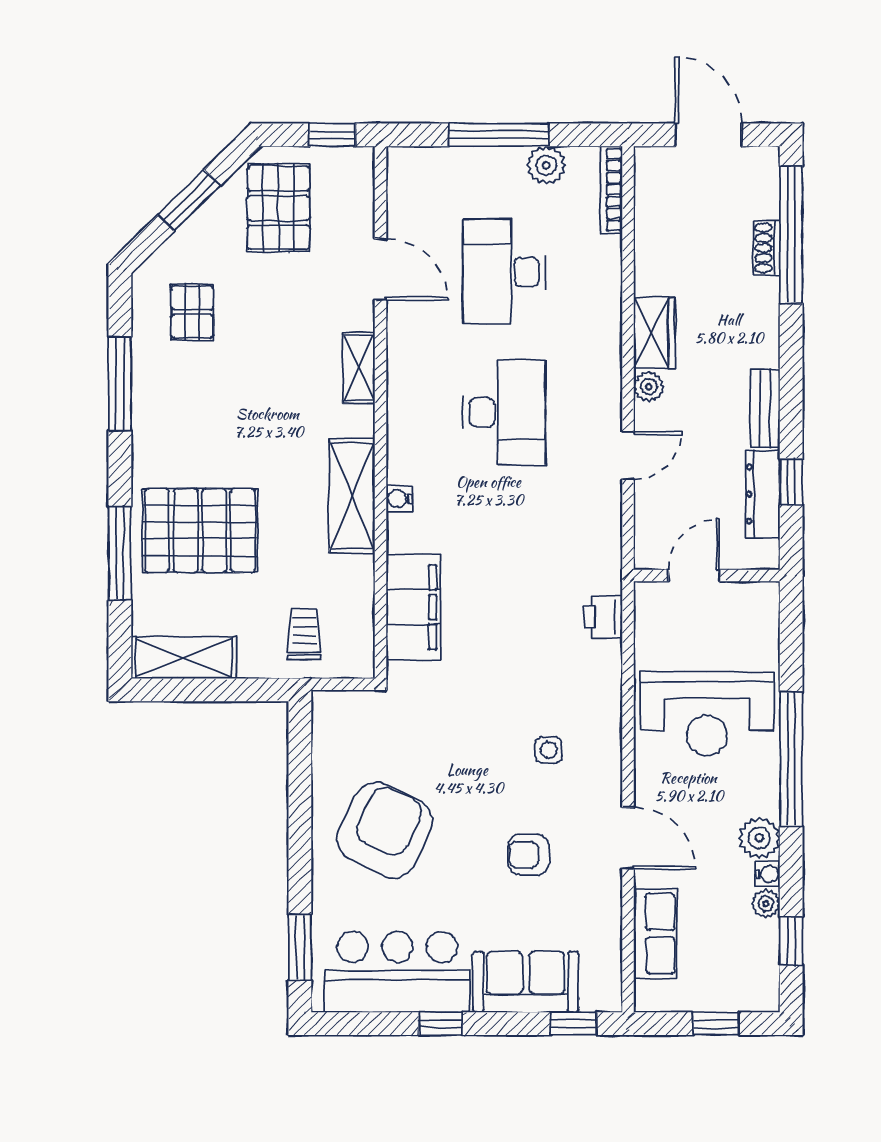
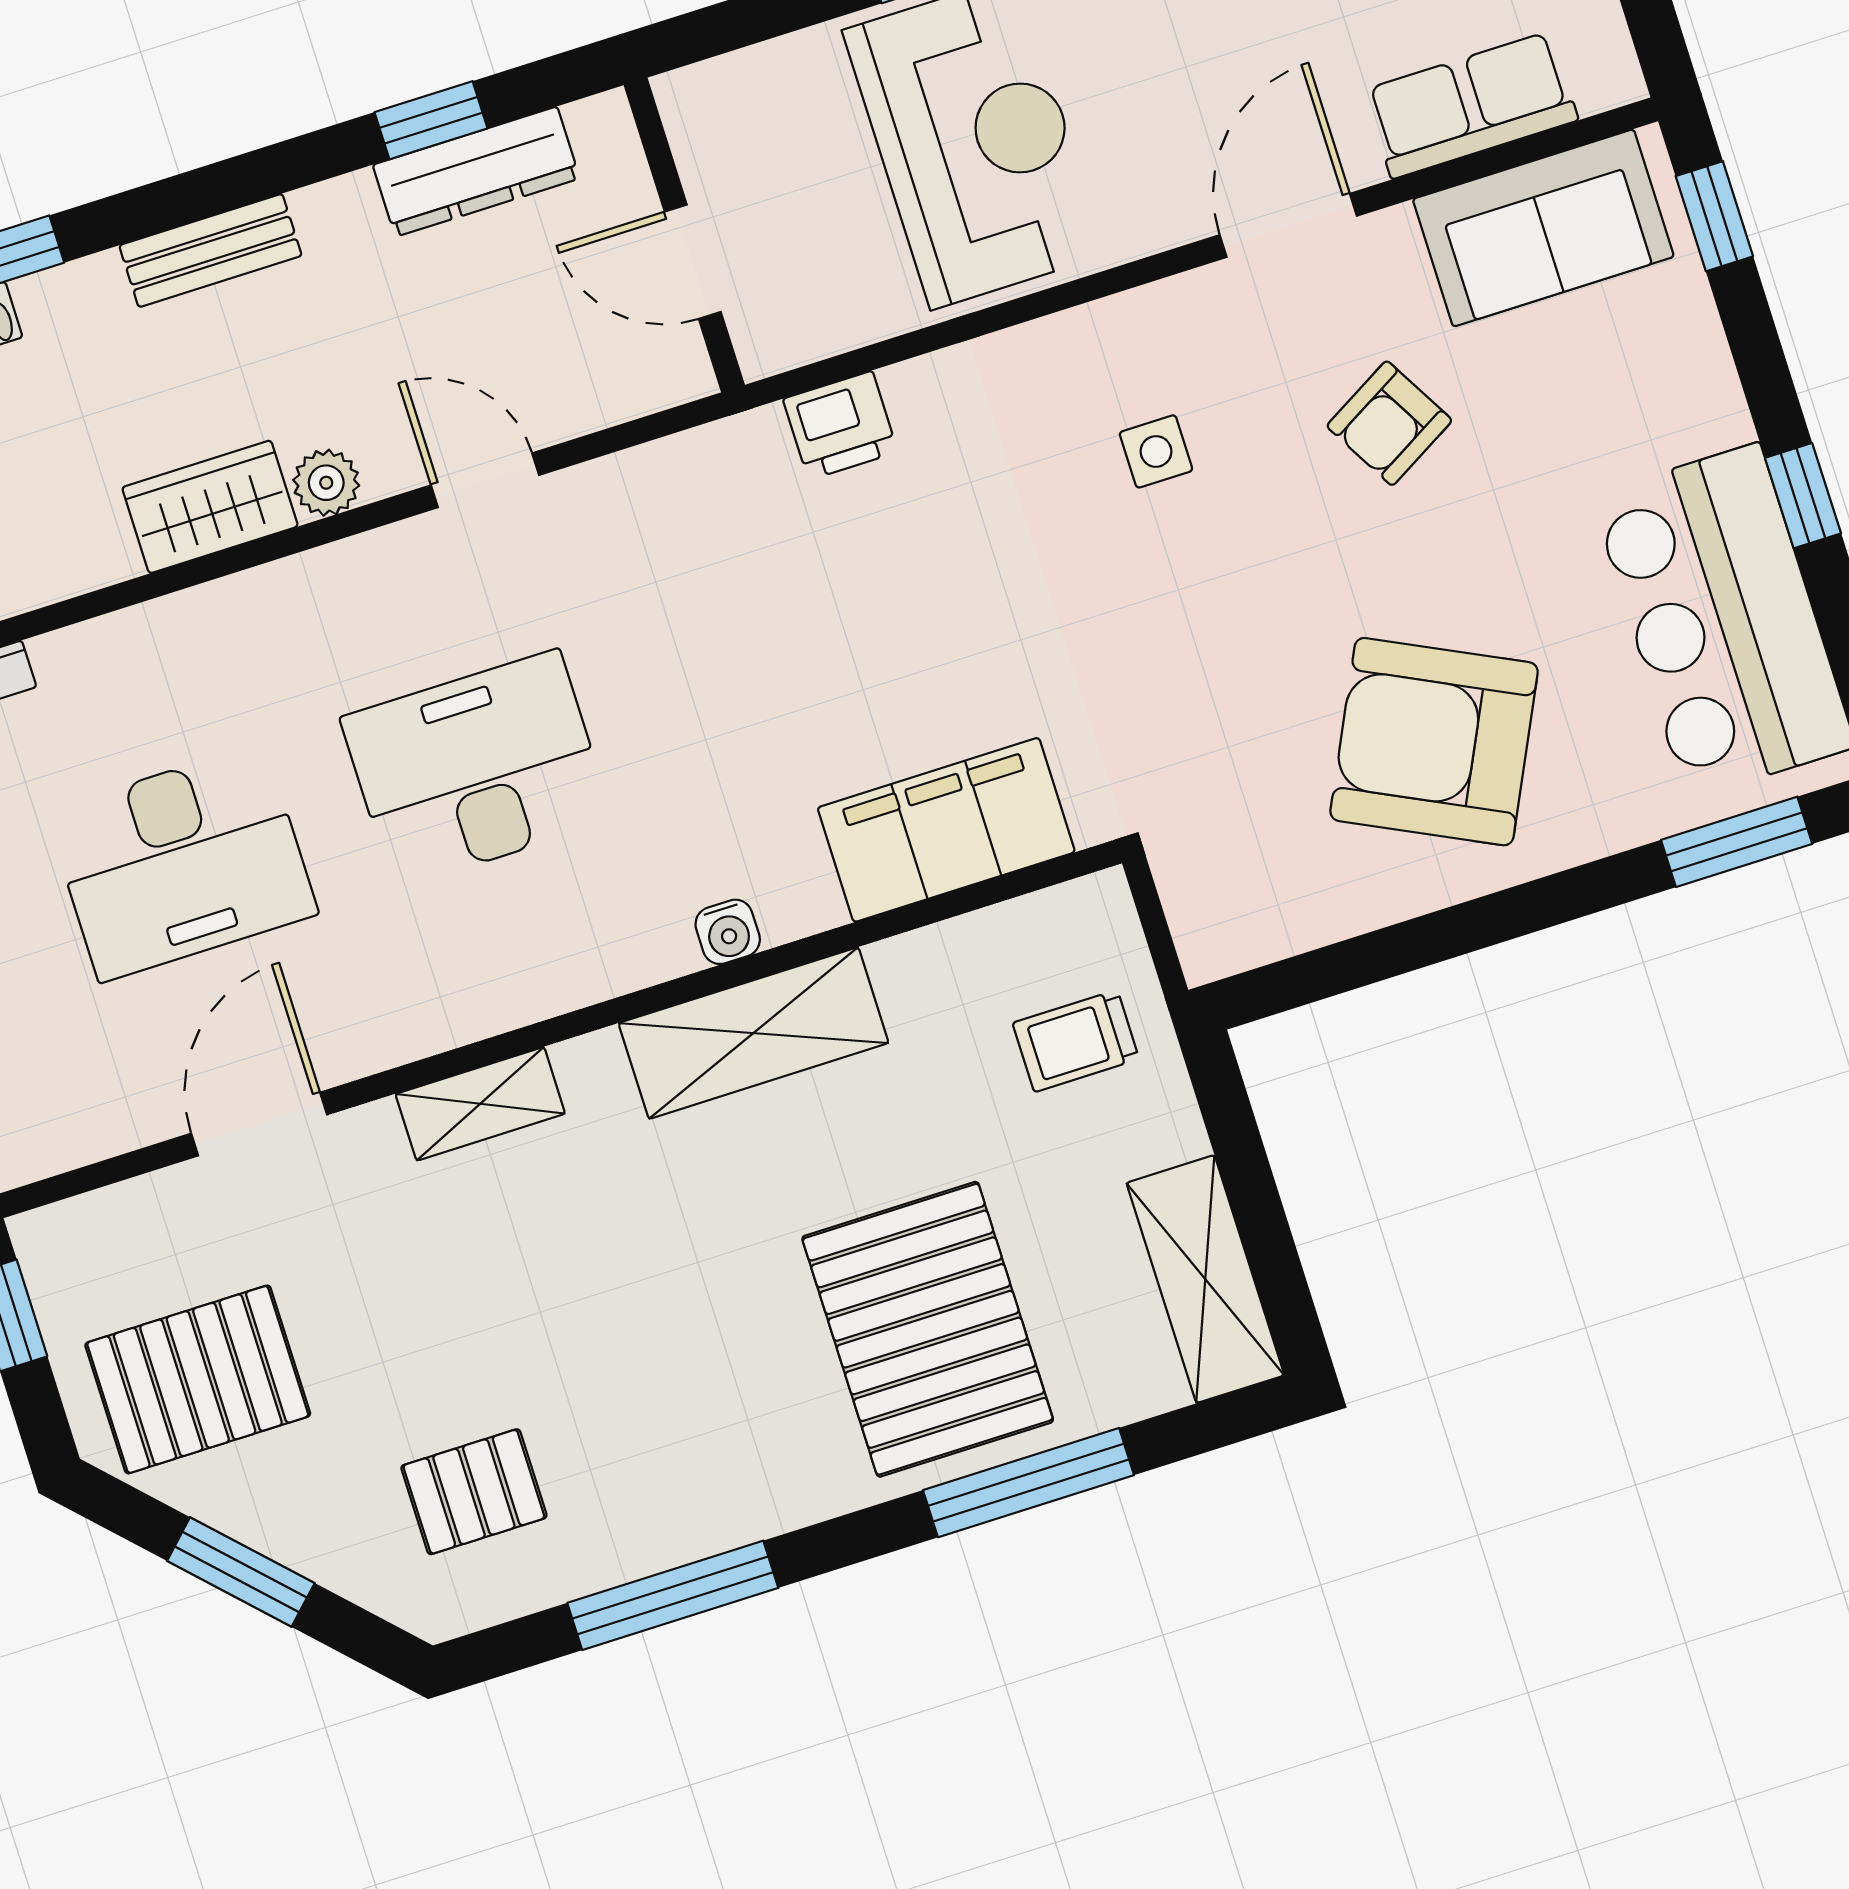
bench: (765, 408) -> (210, 251), moved
armchair: (529, 855) -> (1389, 423), turned 60
sofa: (526, 982) -> (1543, 228), moved, turned -90

